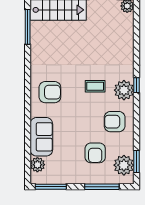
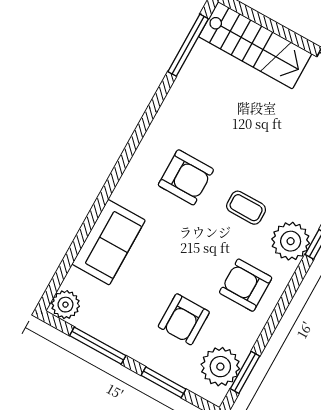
armchair: (50, 92) -> (186, 177), moved
plant: (37, 165) -> (65, 305), moved
window: (51, 187) -> (98, 346), moved
window: (102, 187) -> (163, 382), width x0.69

